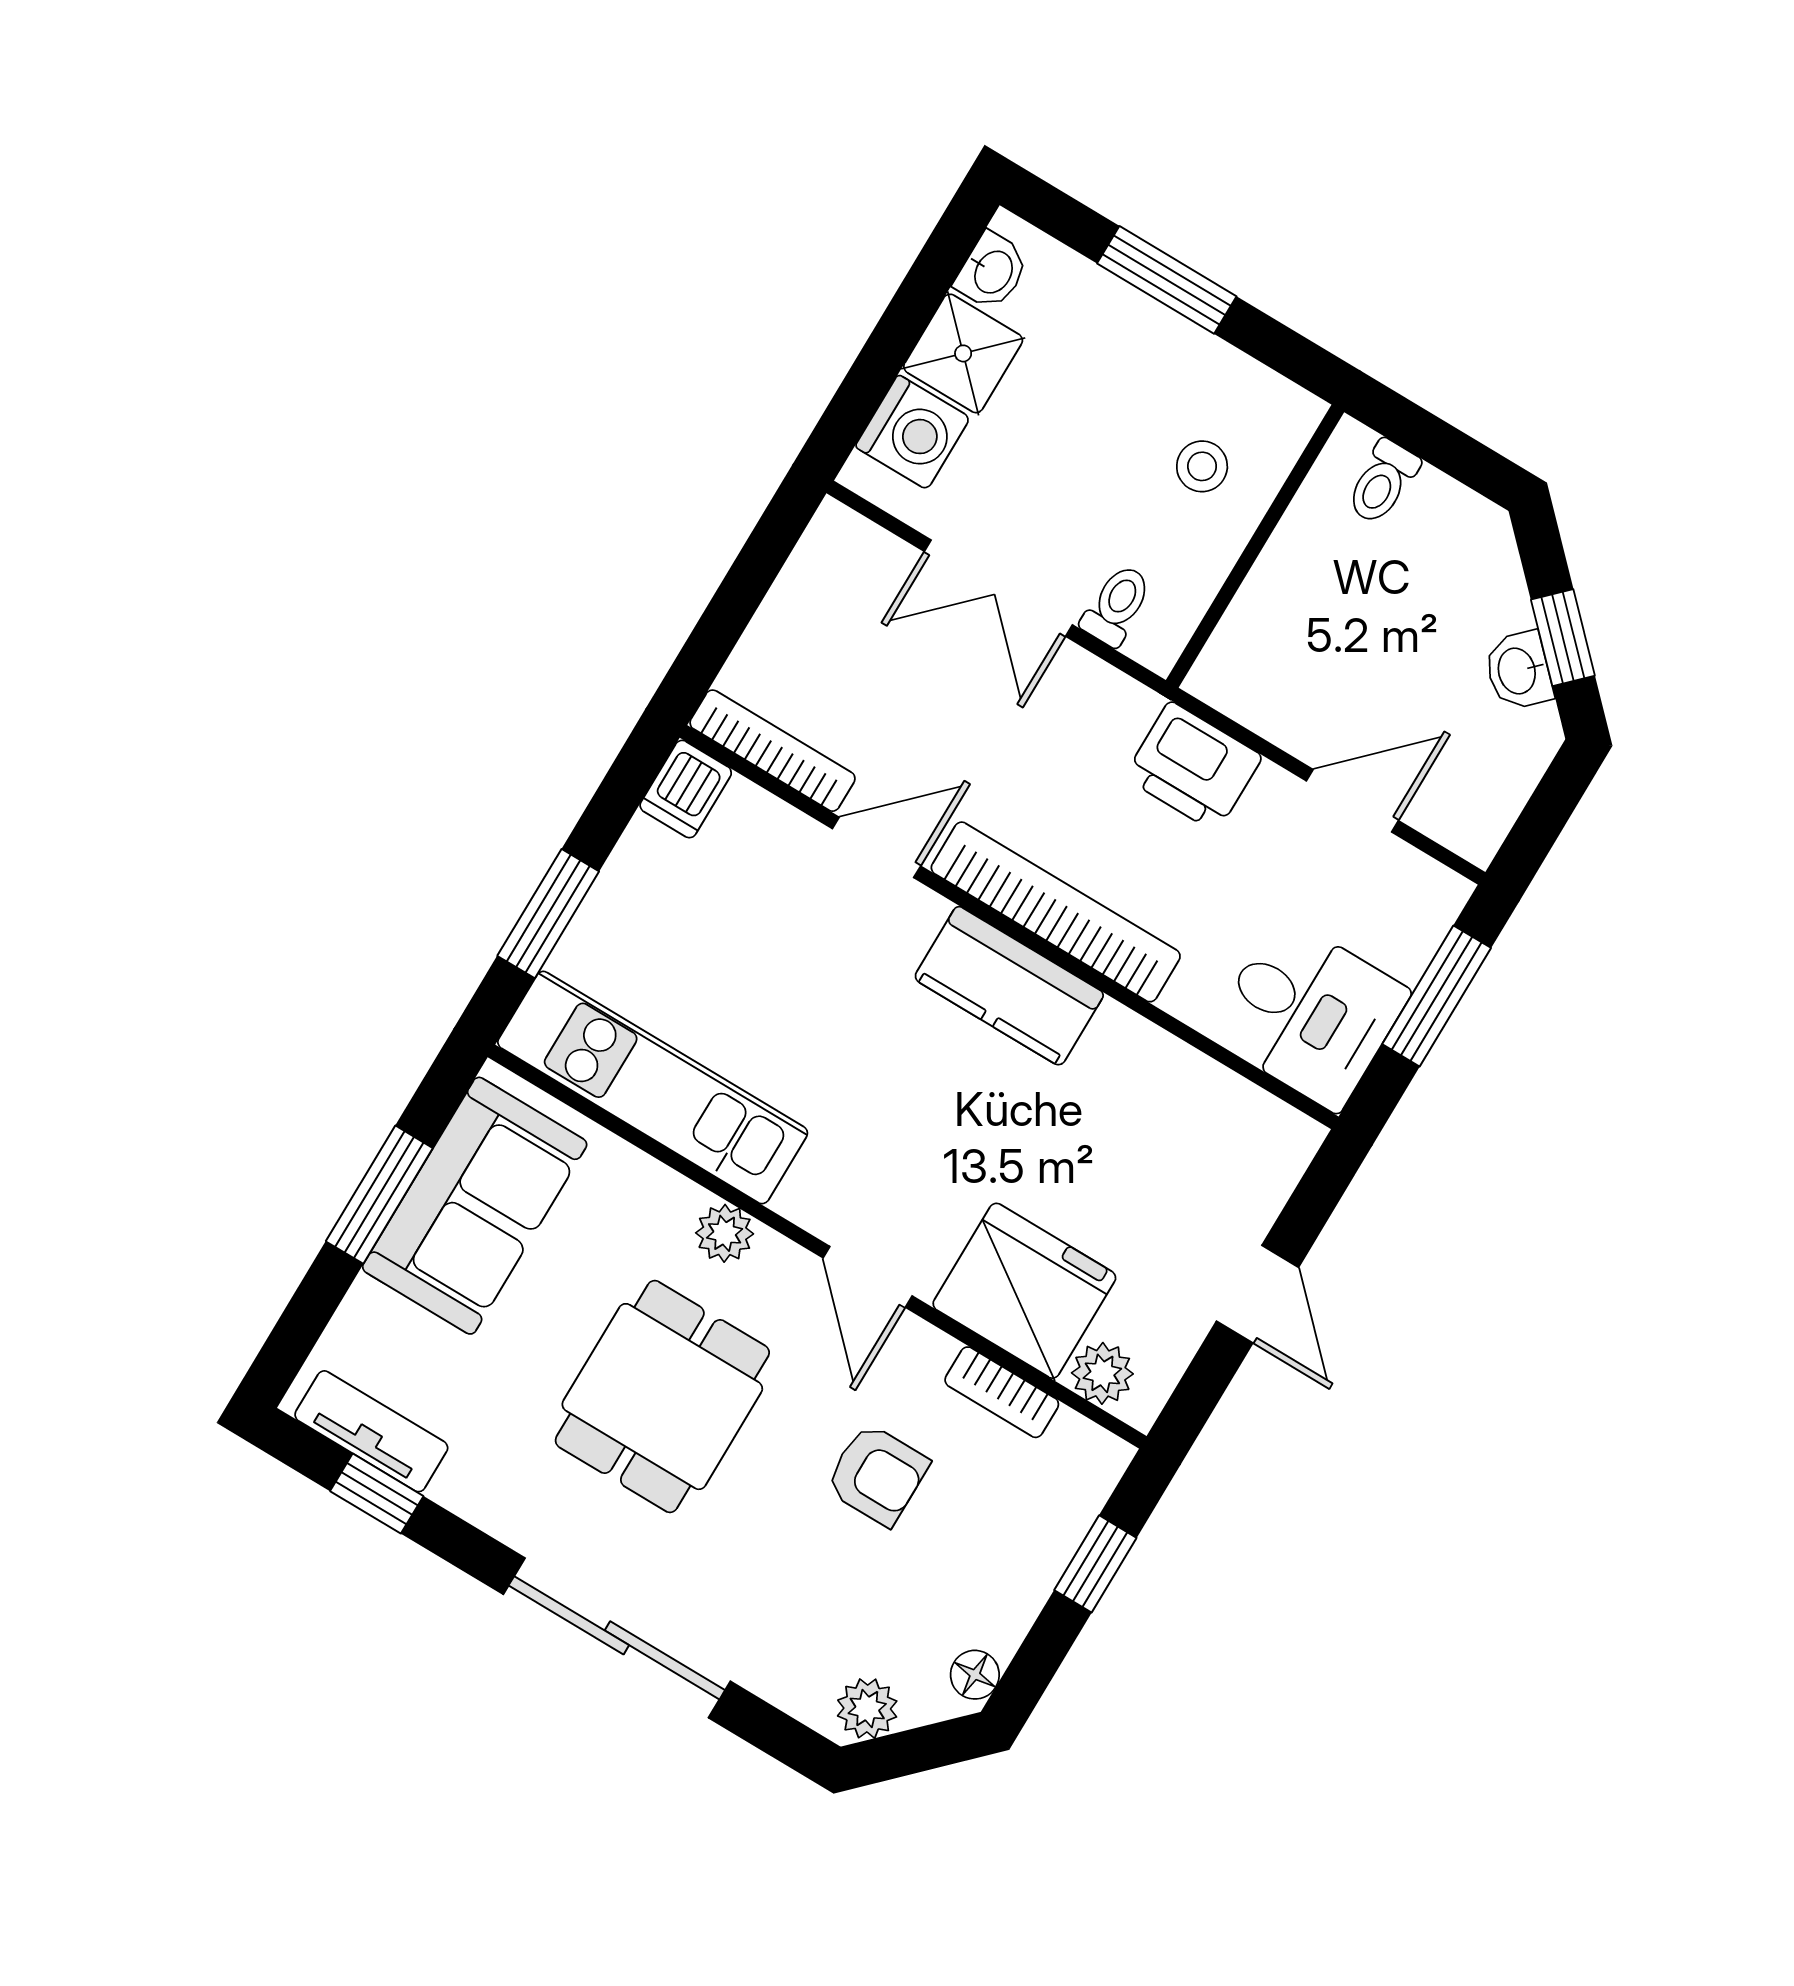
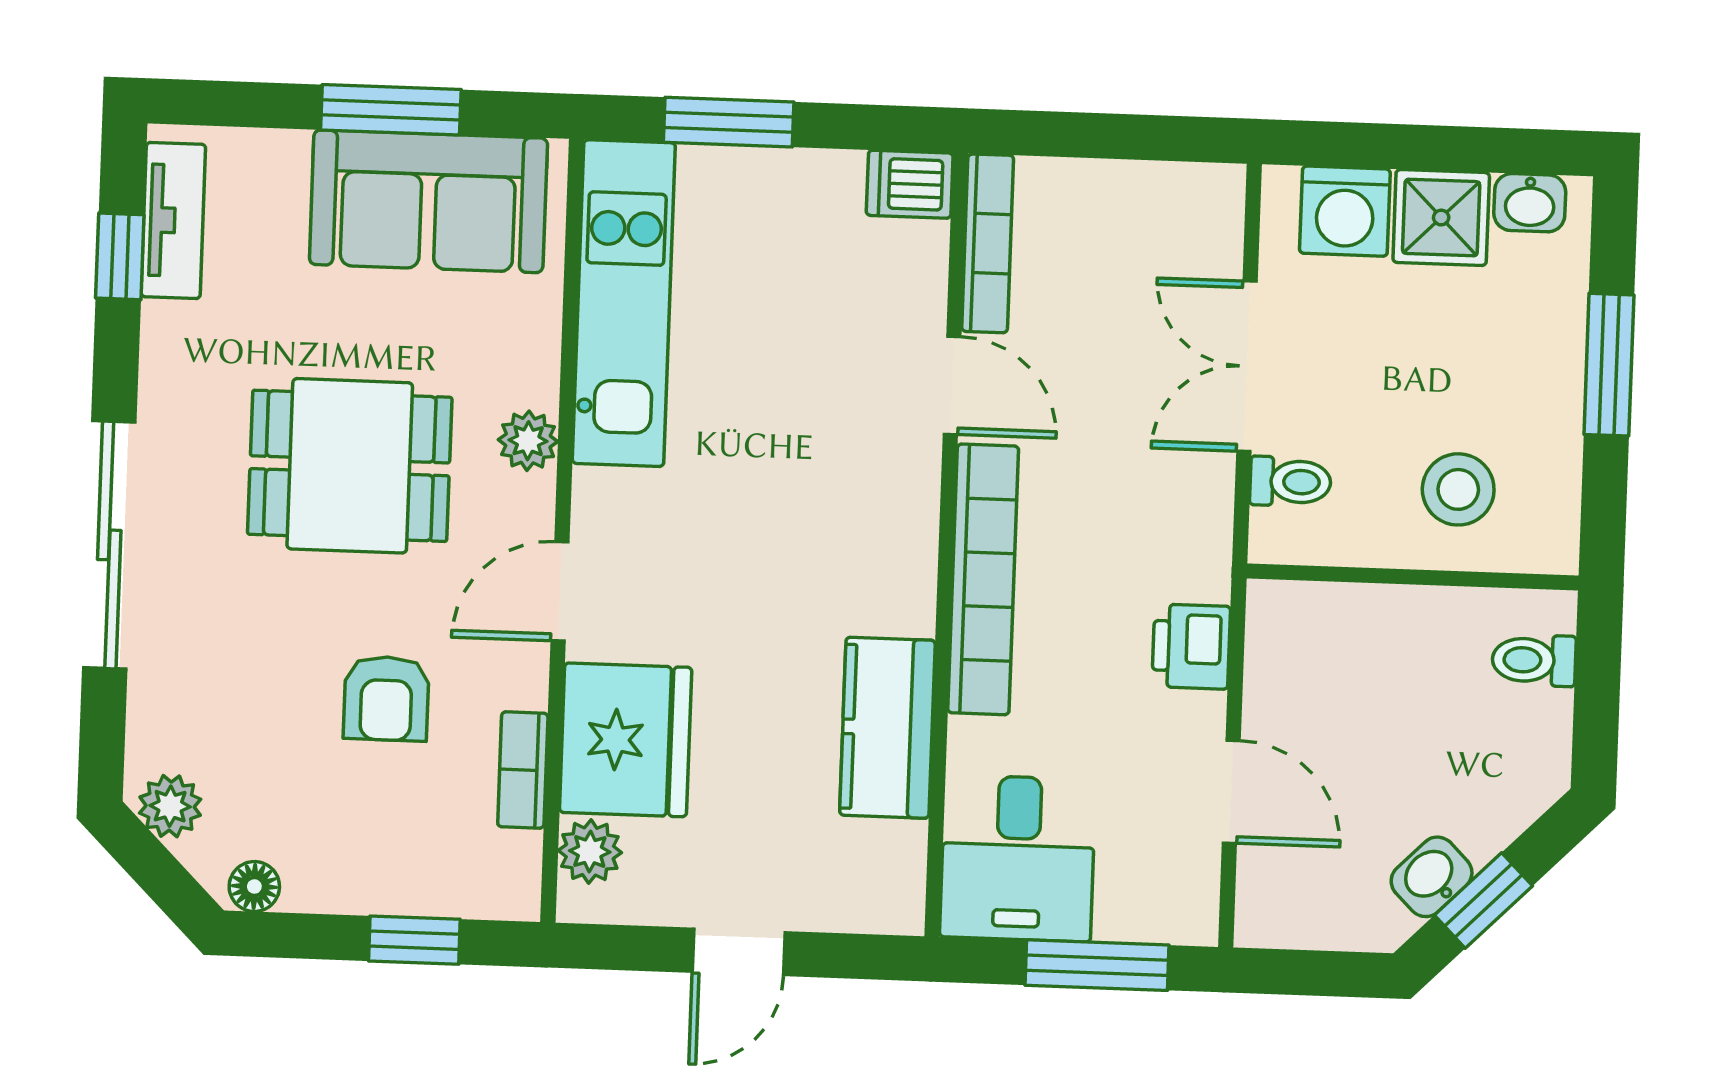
stool: (1202, 466) -> (1458, 489), width x1.37, depth x1.37
printer: (1193, 767) -> (1191, 647), width x0.73, depth x0.81
kitchen counter: (1009, 986) -> (887, 728), moved

